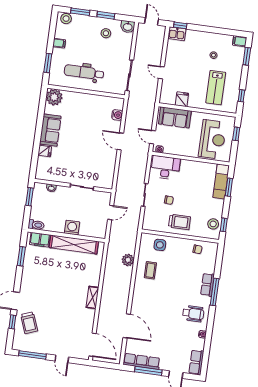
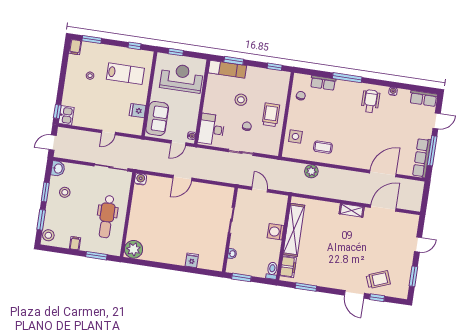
water cooler: (117, 115) -> (141, 179), moved
sofa: (50, 130) -> (169, 254), removed
stool: (213, 224) -> (241, 100), moved
row of seats: (207, 285) -> (323, 83), moved
door: (92, 345) -> (383, 208), moved
window: (32, 355) -> (413, 276), width x0.69

